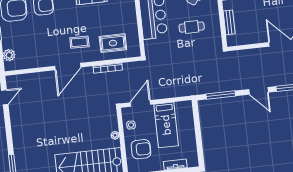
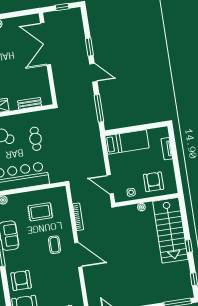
rug: (113, 43) -> (40, 212), moved, turned 90
door: (259, 91) -> (93, 73), hinge flipped
bed: (166, 125) -> (127, 142), moved

